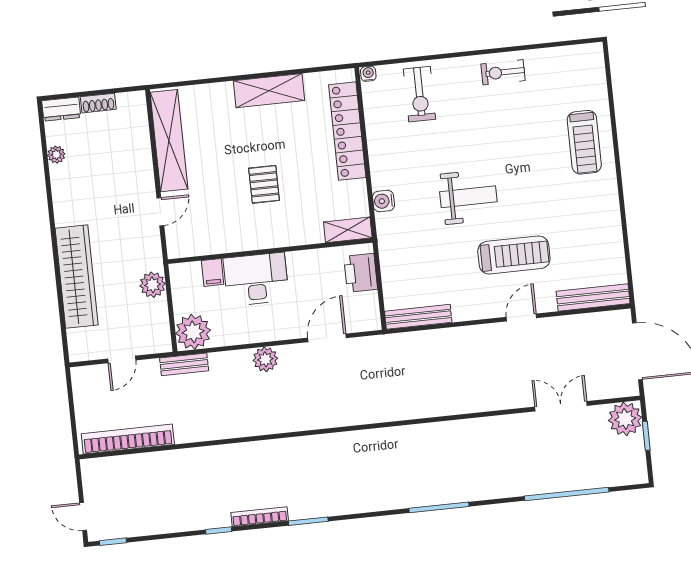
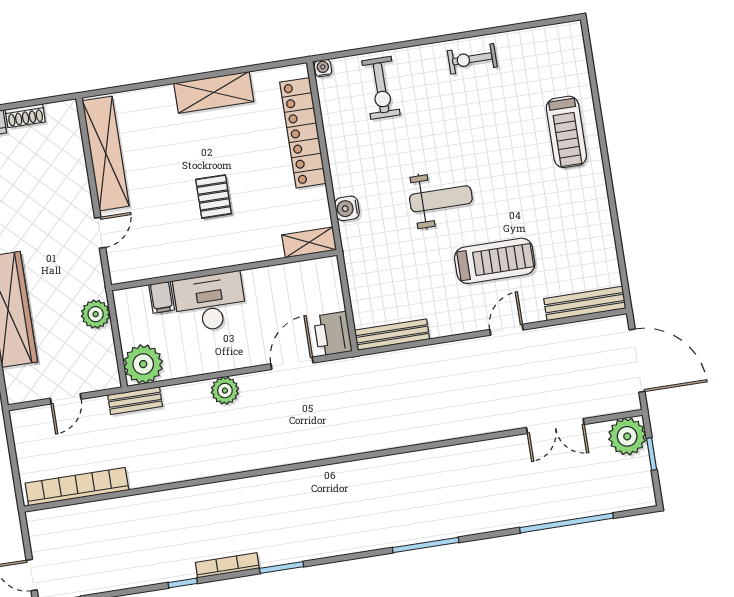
printer: (361, 273) -> (333, 334), moved
double door: (561, 406) -> (555, 426), swing flipped

